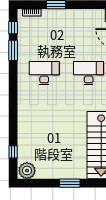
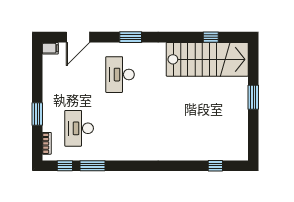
desk: (44, 73) -> (79, 128), moved
plant: (27, 171) -> (238, 149), removed

